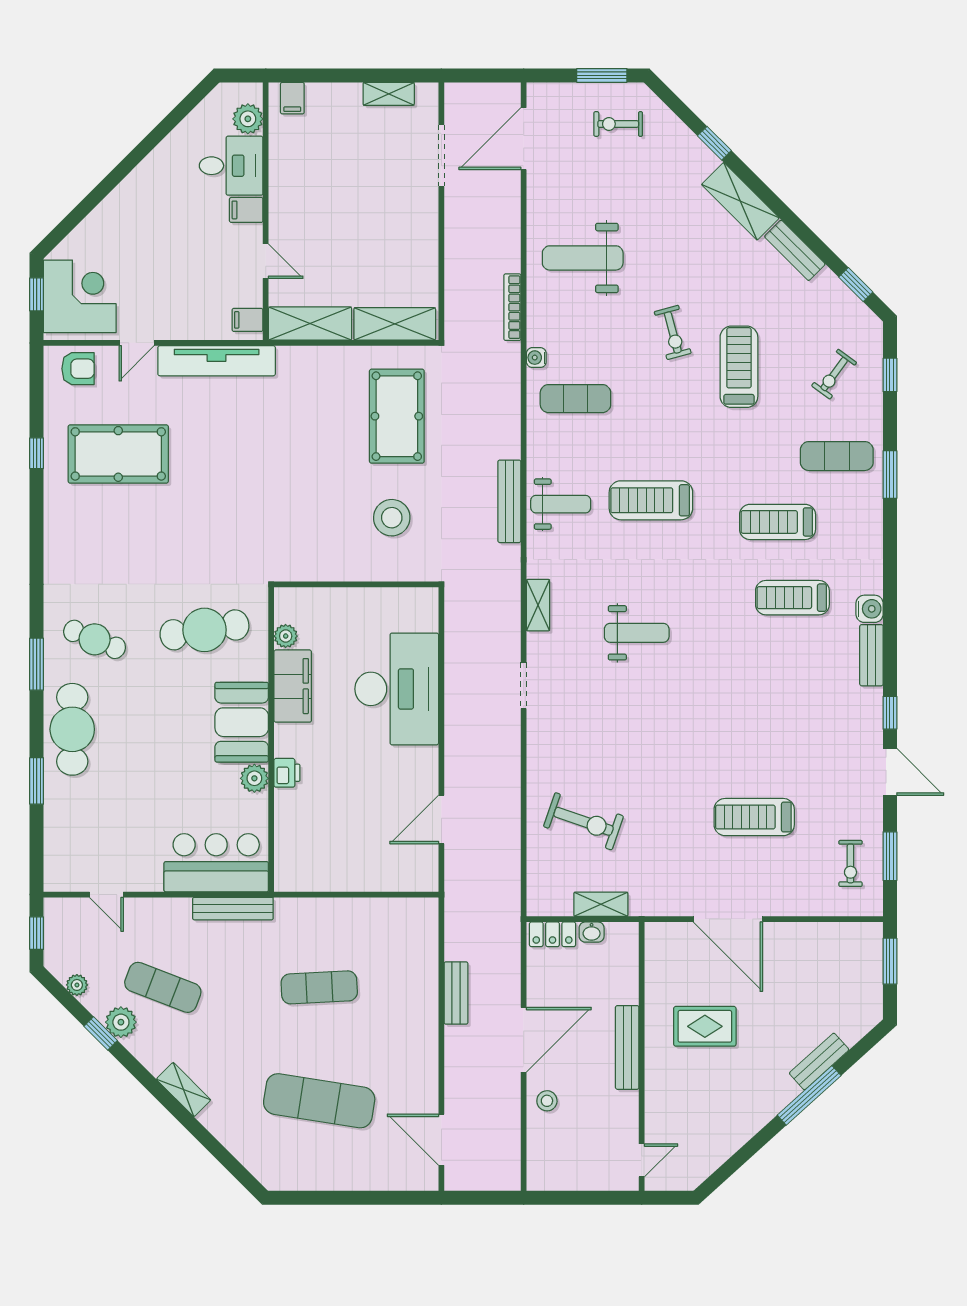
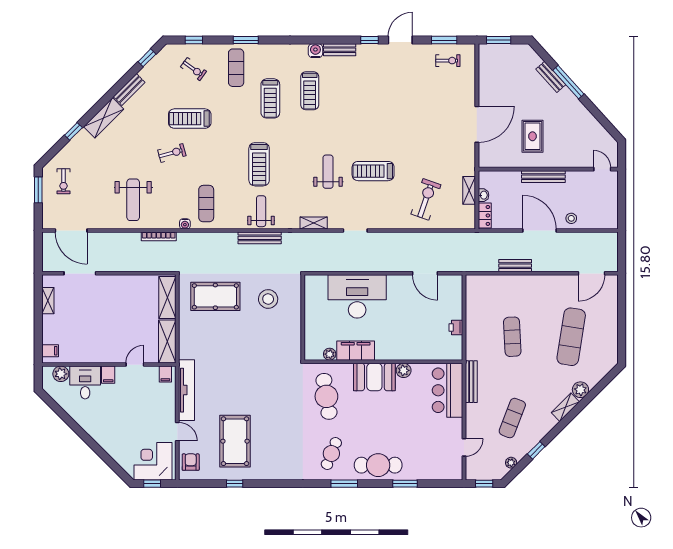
printer: (287, 773) -> (456, 327), moved, turned -90
treadmill: (754, 817) -> (373, 171), moved, turned 90
plant: (121, 1022) -> (580, 390), moved

